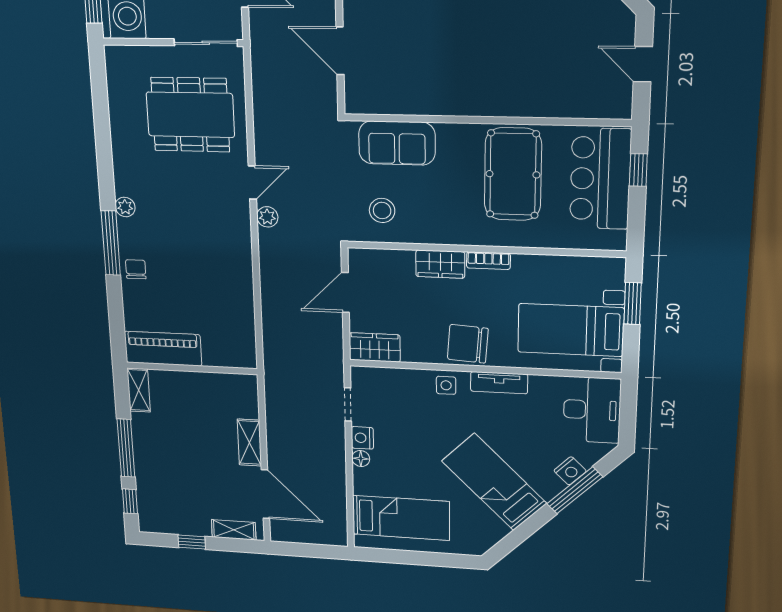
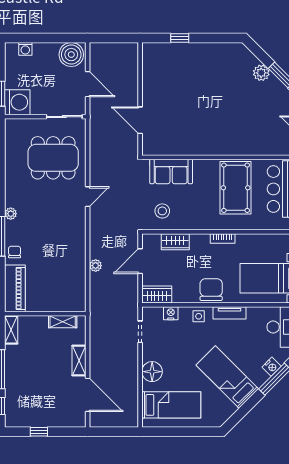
plant: (267, 217) -> (96, 266), moved
wardrobe: (440, 264) -> (175, 242), moved
chair: (468, 344) -> (211, 290), turned 86
piano: (163, 349) -> (15, 288), moved, turned 90
nightstand: (362, 438) -> (171, 313), moved, turned 90
floor lamp: (361, 459) -> (152, 372), width x1.89, depth x1.89
shelving: (234, 530) -> (63, 322), moved

